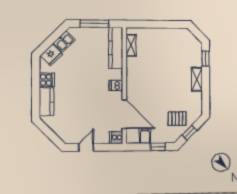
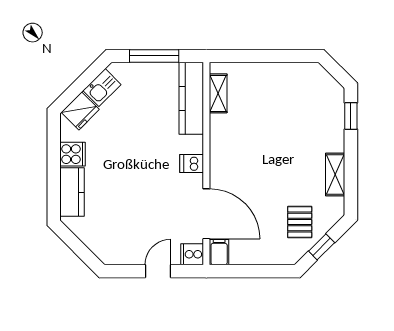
shelving: (197, 79) -> (335, 175), moved
pallet: (177, 119) -> (300, 222), turned 90
filing cabinet: (145, 136) -> (219, 252), moved
door: (86, 147) -> (158, 271), moved
window: (158, 147) -> (266, 271), removed

